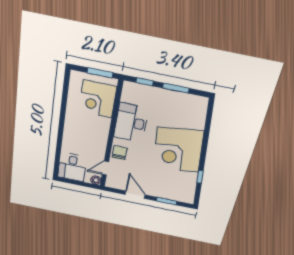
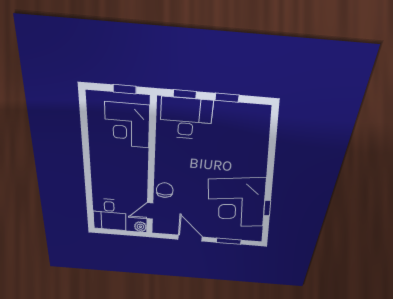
window: (100, 73) -> (125, 89), width x0.67
window: (176, 88) -> (227, 98), width x0.67
desk: (131, 123) -> (186, 118), moved, turned 90
corner desk: (178, 150) -> (237, 203), moved

